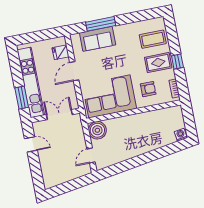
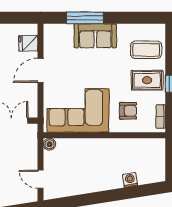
sofa: (98, 39) -> (95, 36), moved
boiler: (97, 130) -> (50, 144), width x0.54, depth x0.54
washing machine: (181, 135) -> (130, 180), moved
door: (91, 156) -> (41, 179), hinge flipped

